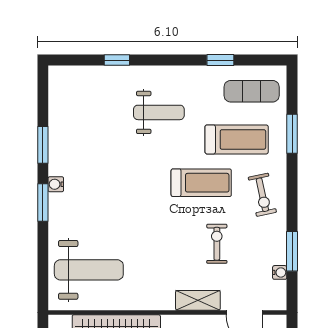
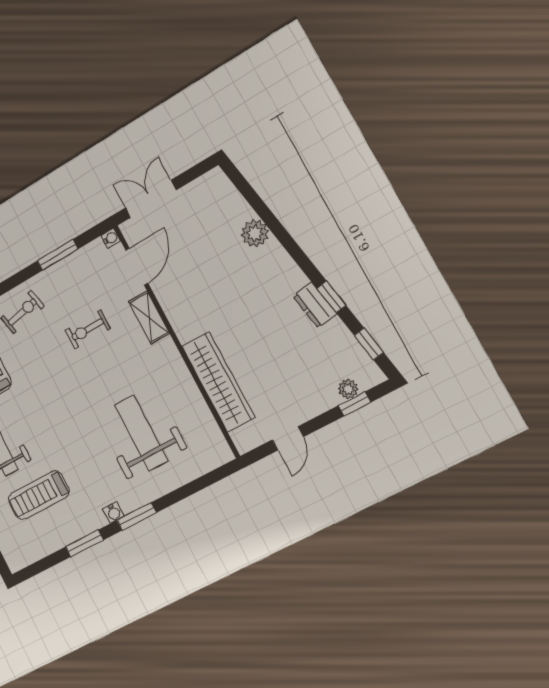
treadmill: (201, 183) -> (39, 495), moved, turned -90
weight bench: (89, 270) -> (141, 433), moved
water cooler: (280, 272) -> (111, 238), moved, turned 90

